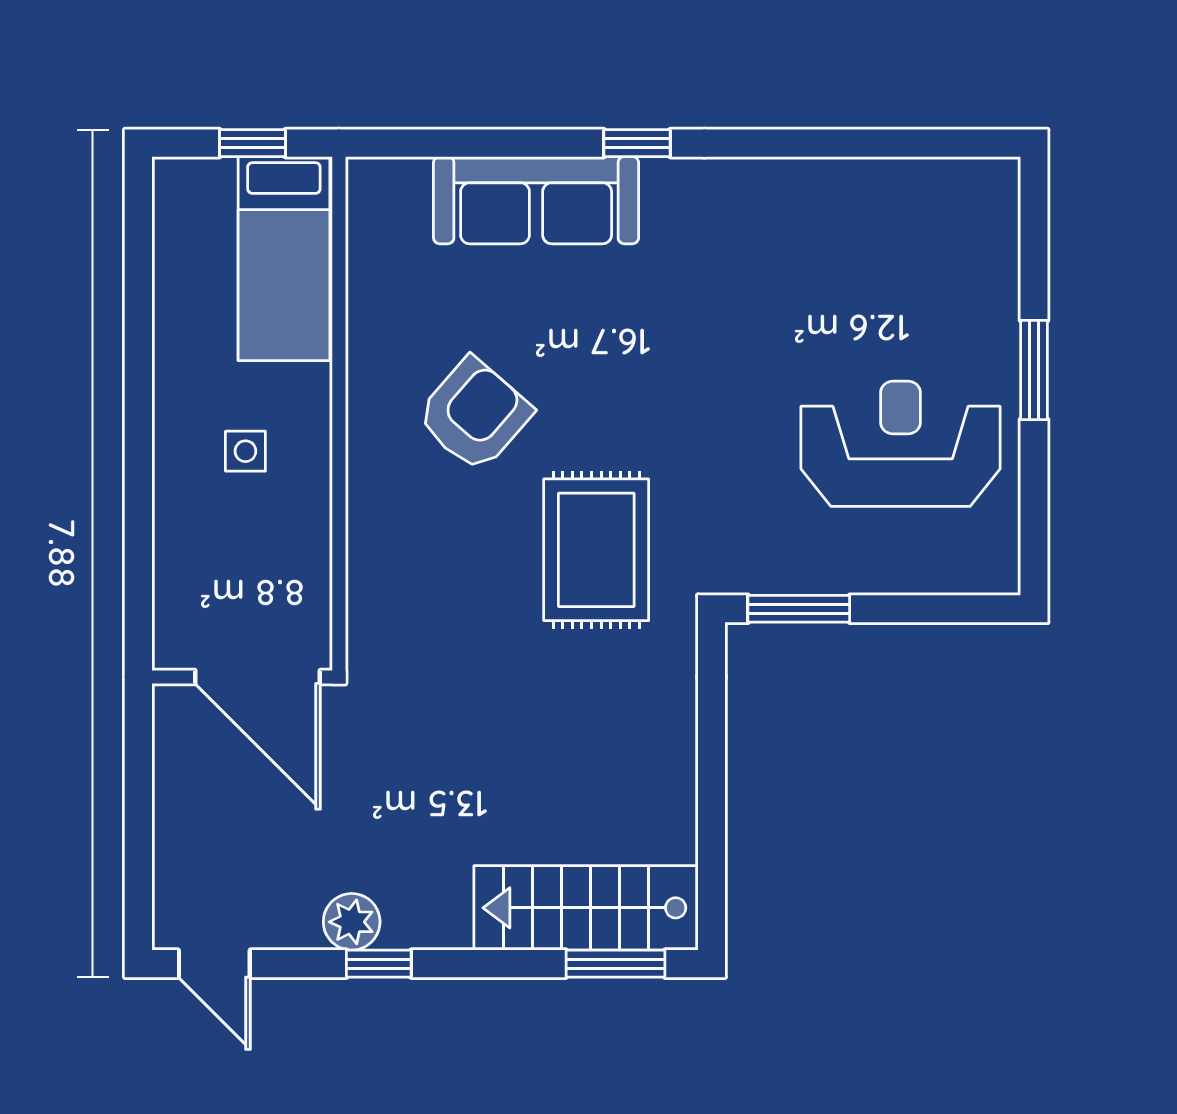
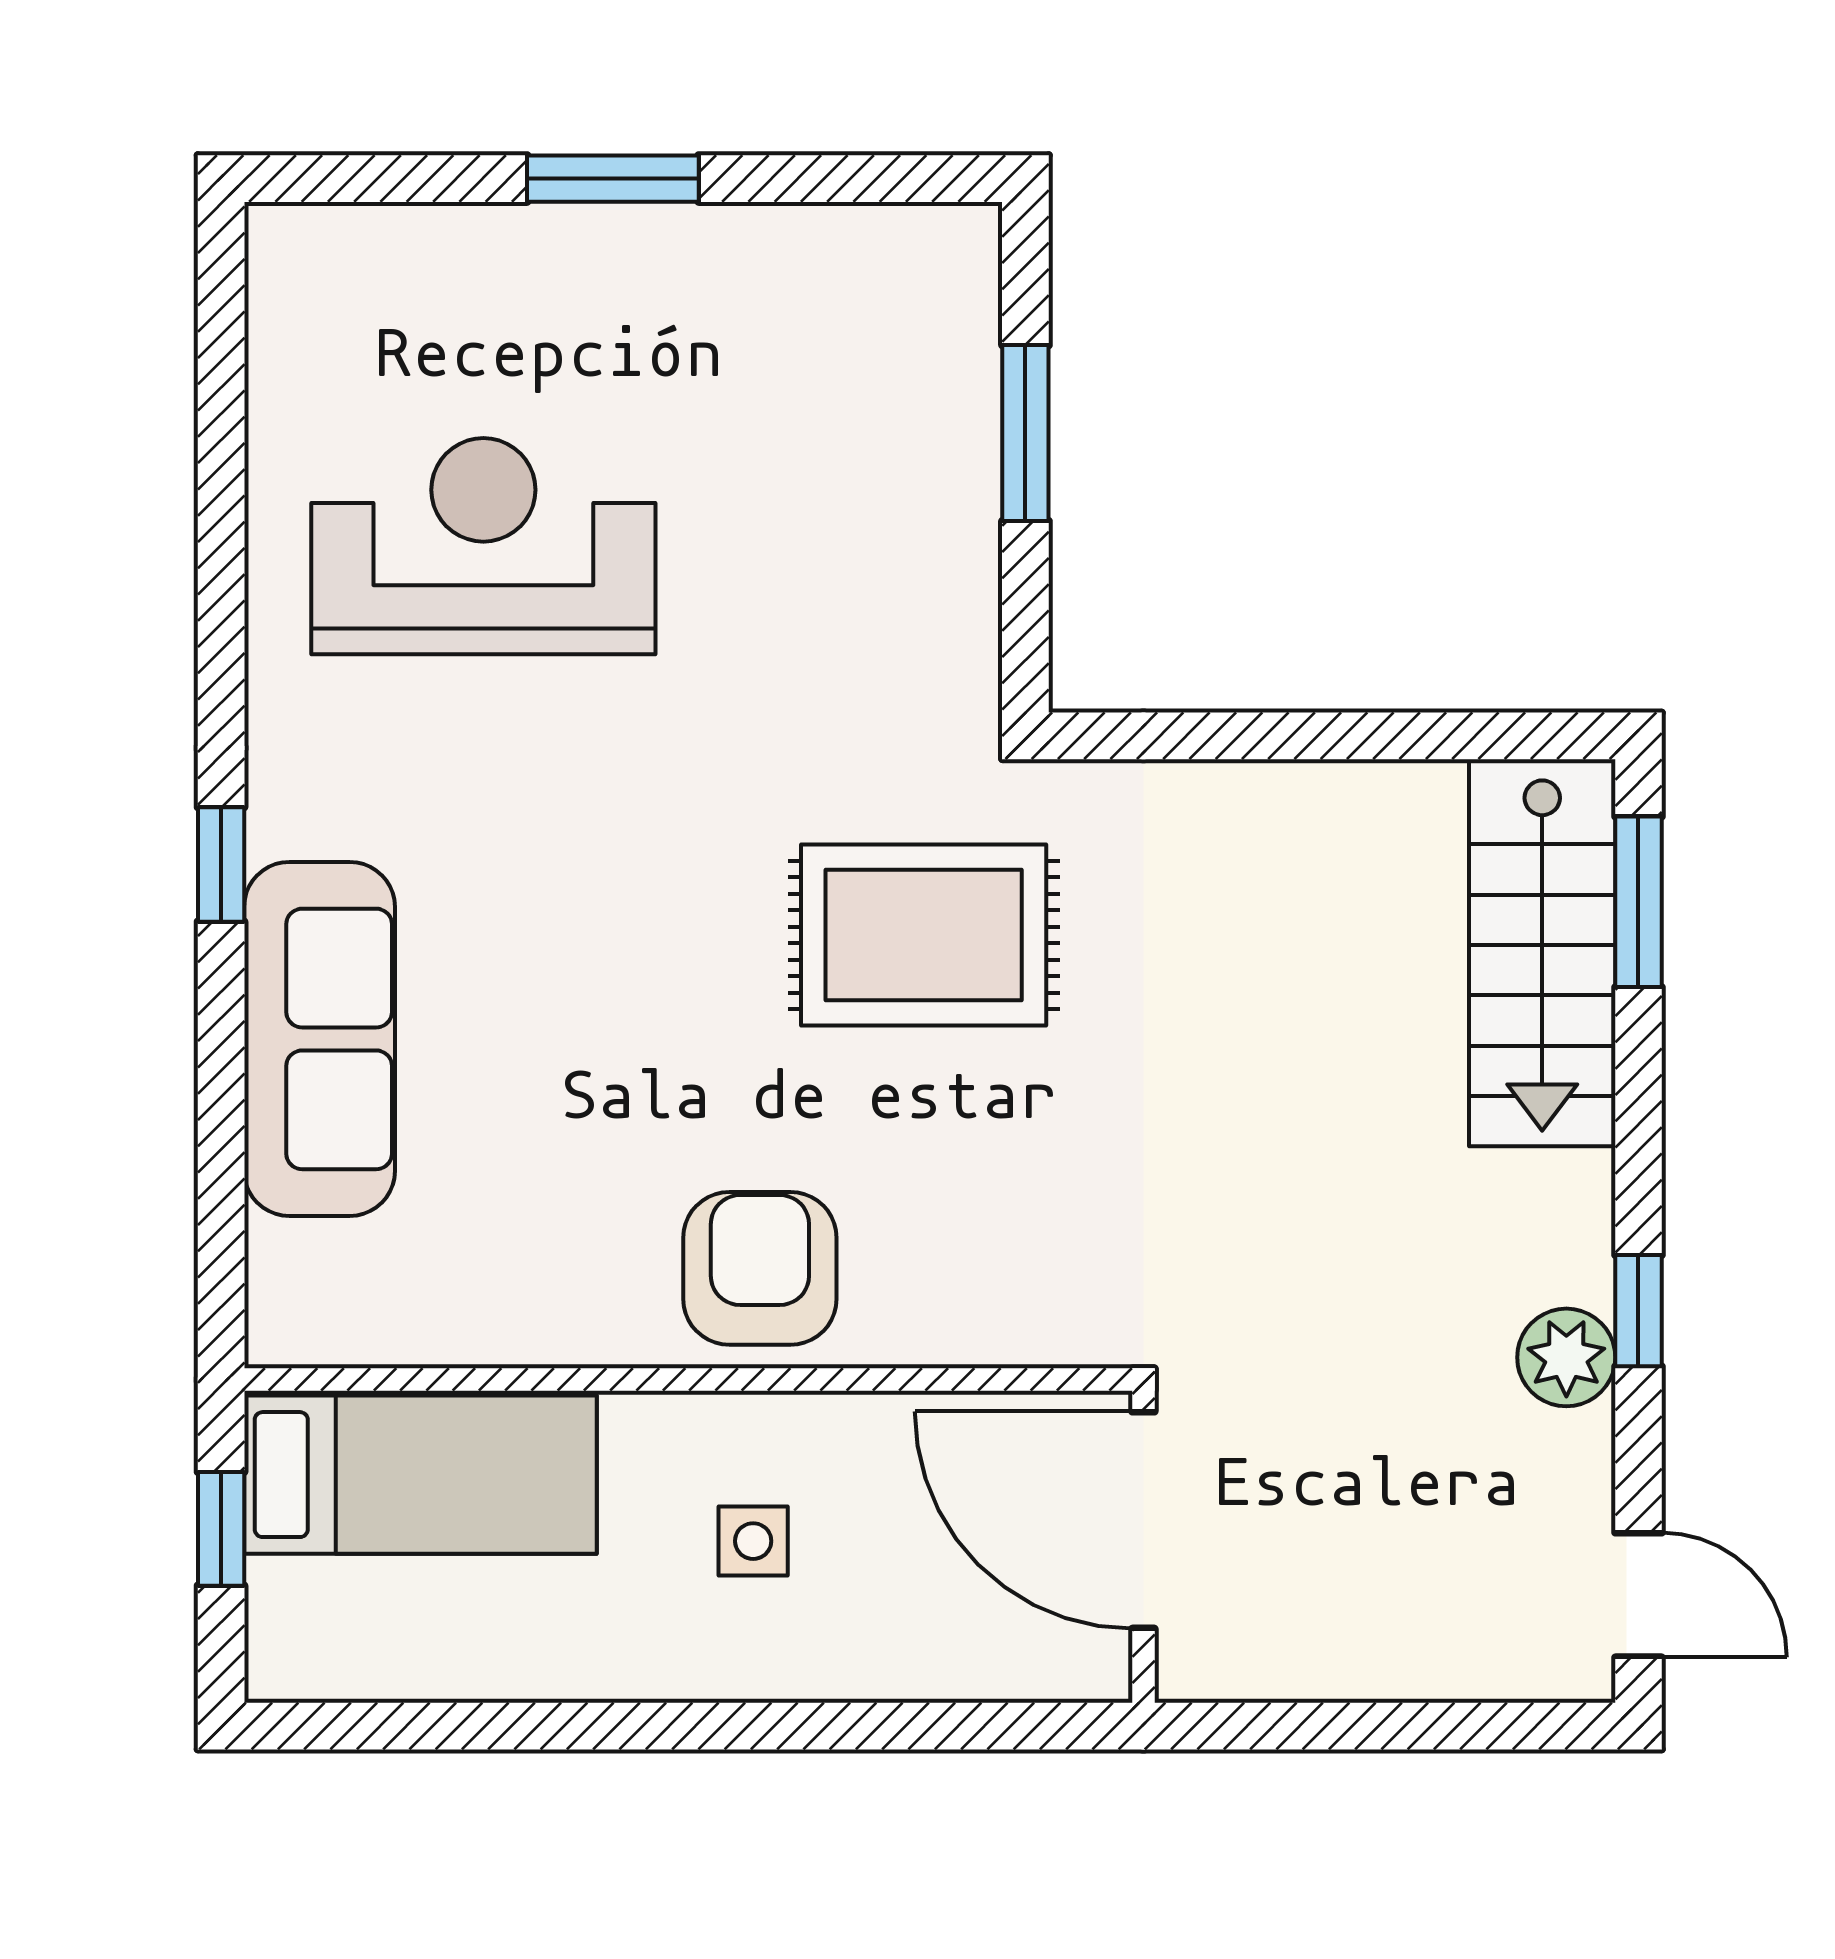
armchair: (474, 414) -> (760, 1268), moved, turned 49
reception desk: (901, 444) -> (483, 546), moved, turned 90
window: (799, 609) -> (1025, 433), moved
door: (258, 677) -> (1143, 1520), swing flipped
door: (214, 964) -> (1638, 1595), hinge flipped

